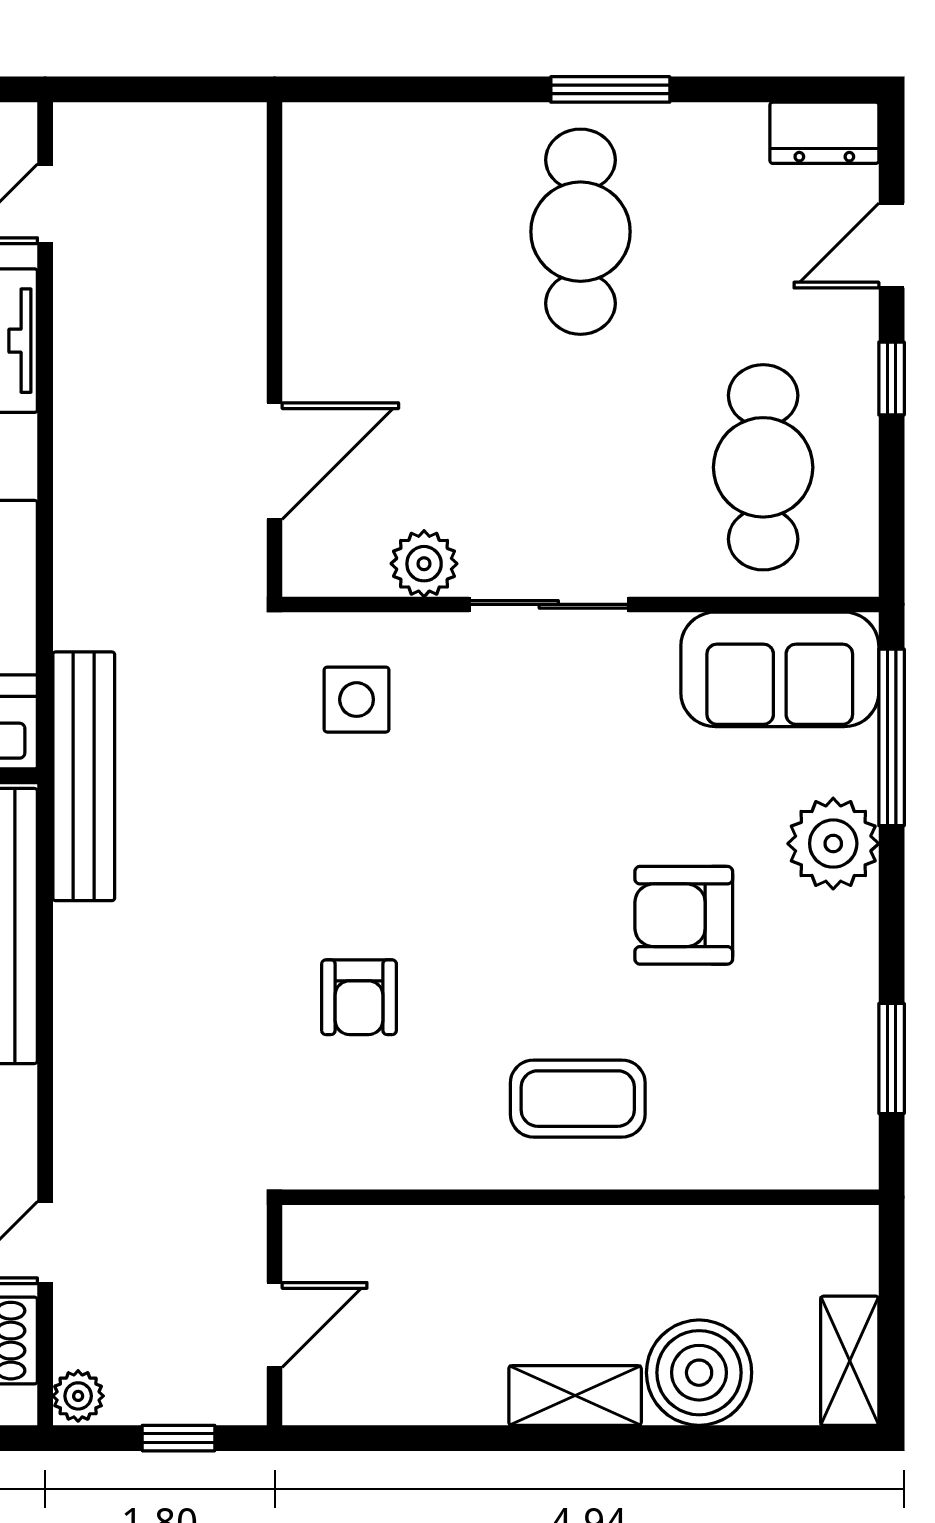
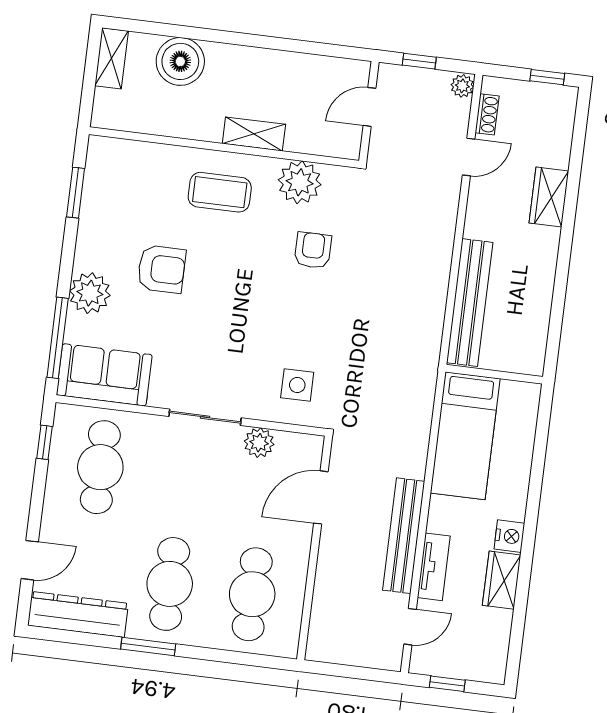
dresser: (824, 133) -> (78, 614), width x1.96, depth x1.24
cafe table: (398, 232) -> (252, 594), added
window: (892, 379) -> (44, 442), moved
bench: (84, 776) -> (404, 536), moved
plant: (406, 1142) -> (300, 182), added
shelving: (575, 1396) -> (254, 134), moved

